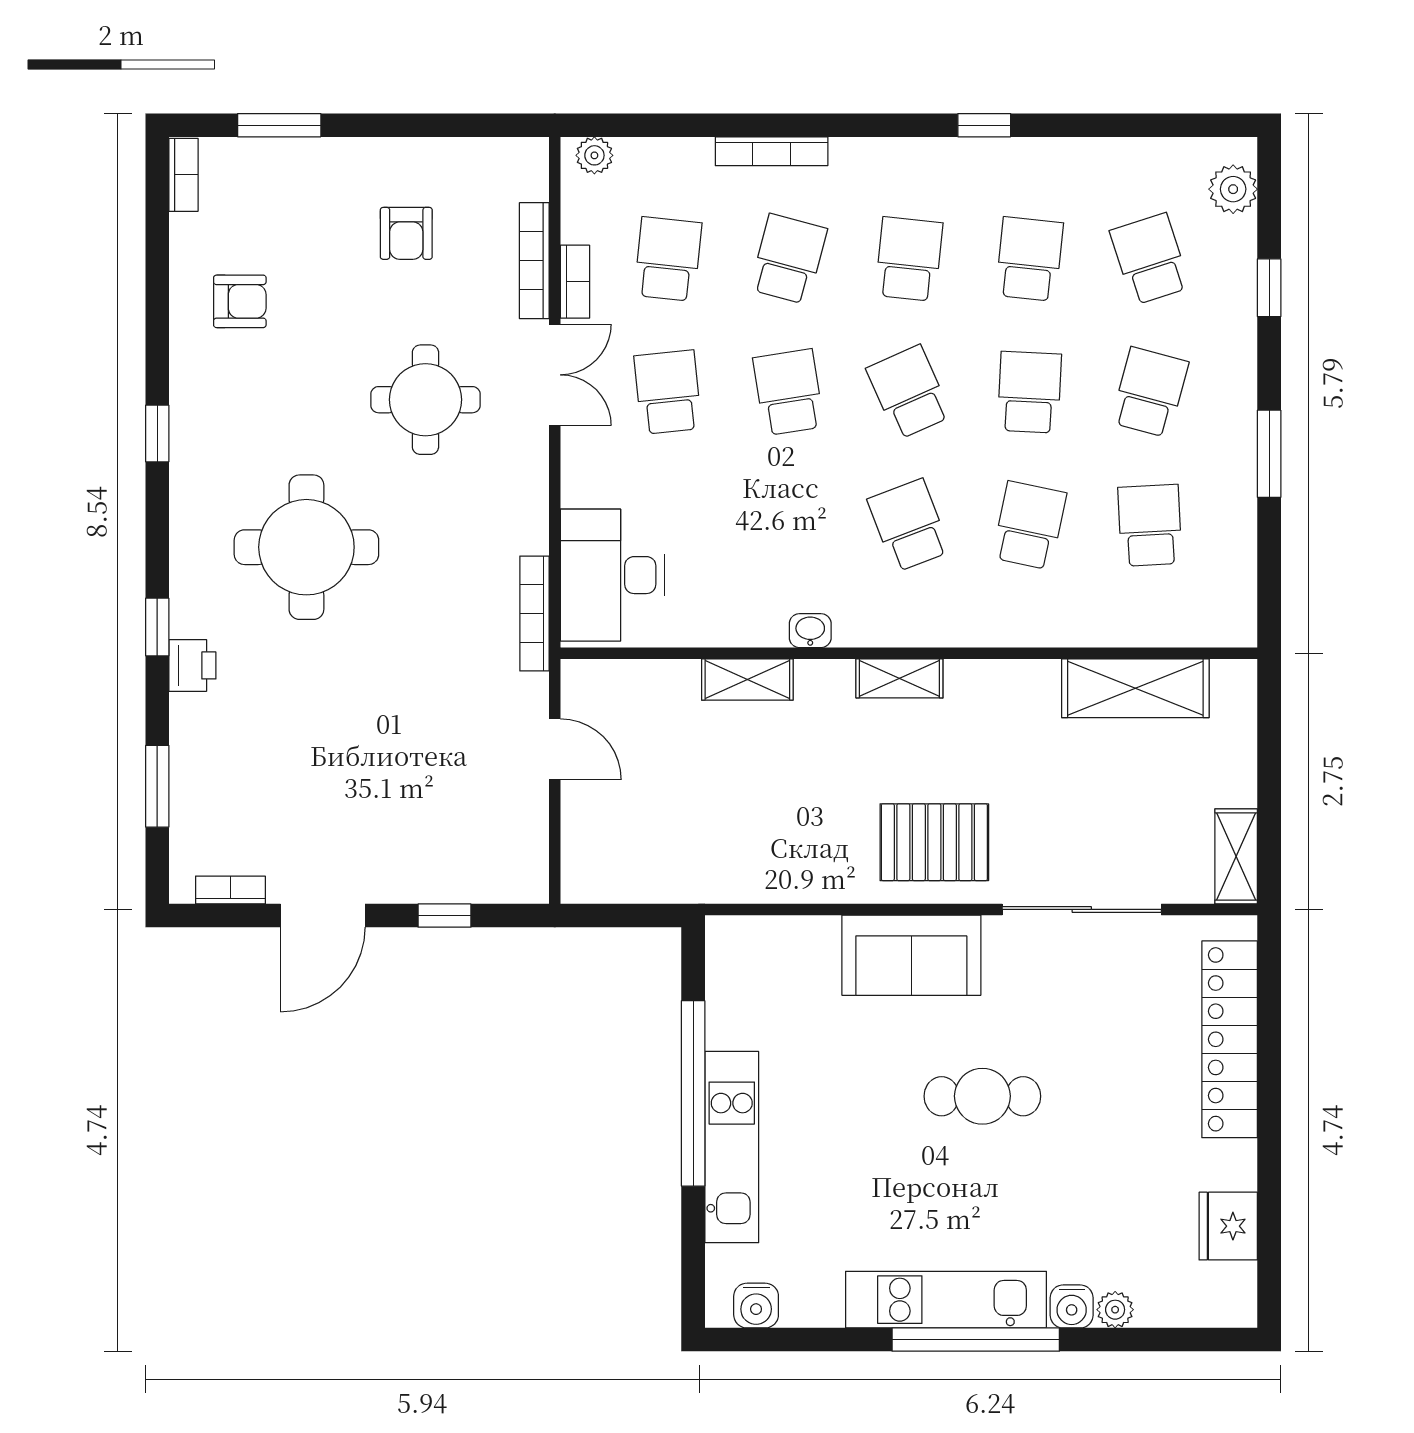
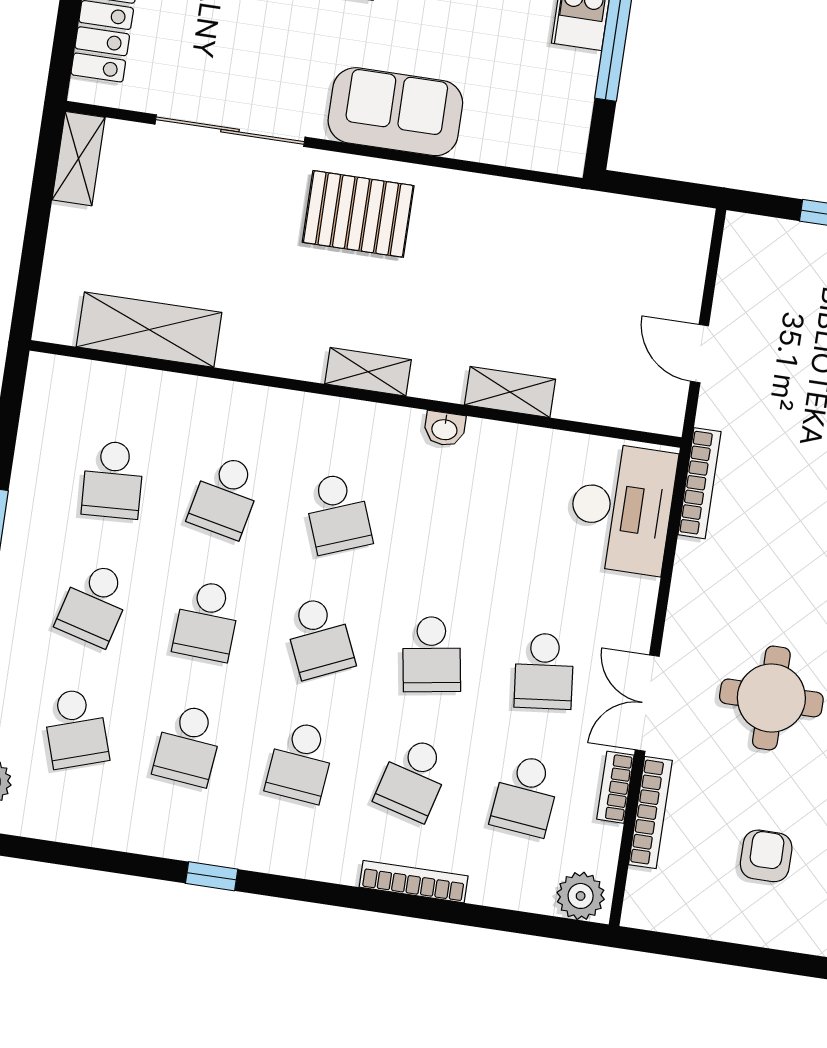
plant: (594, 155) -> (581, 896), width x1.38, depth x1.38

